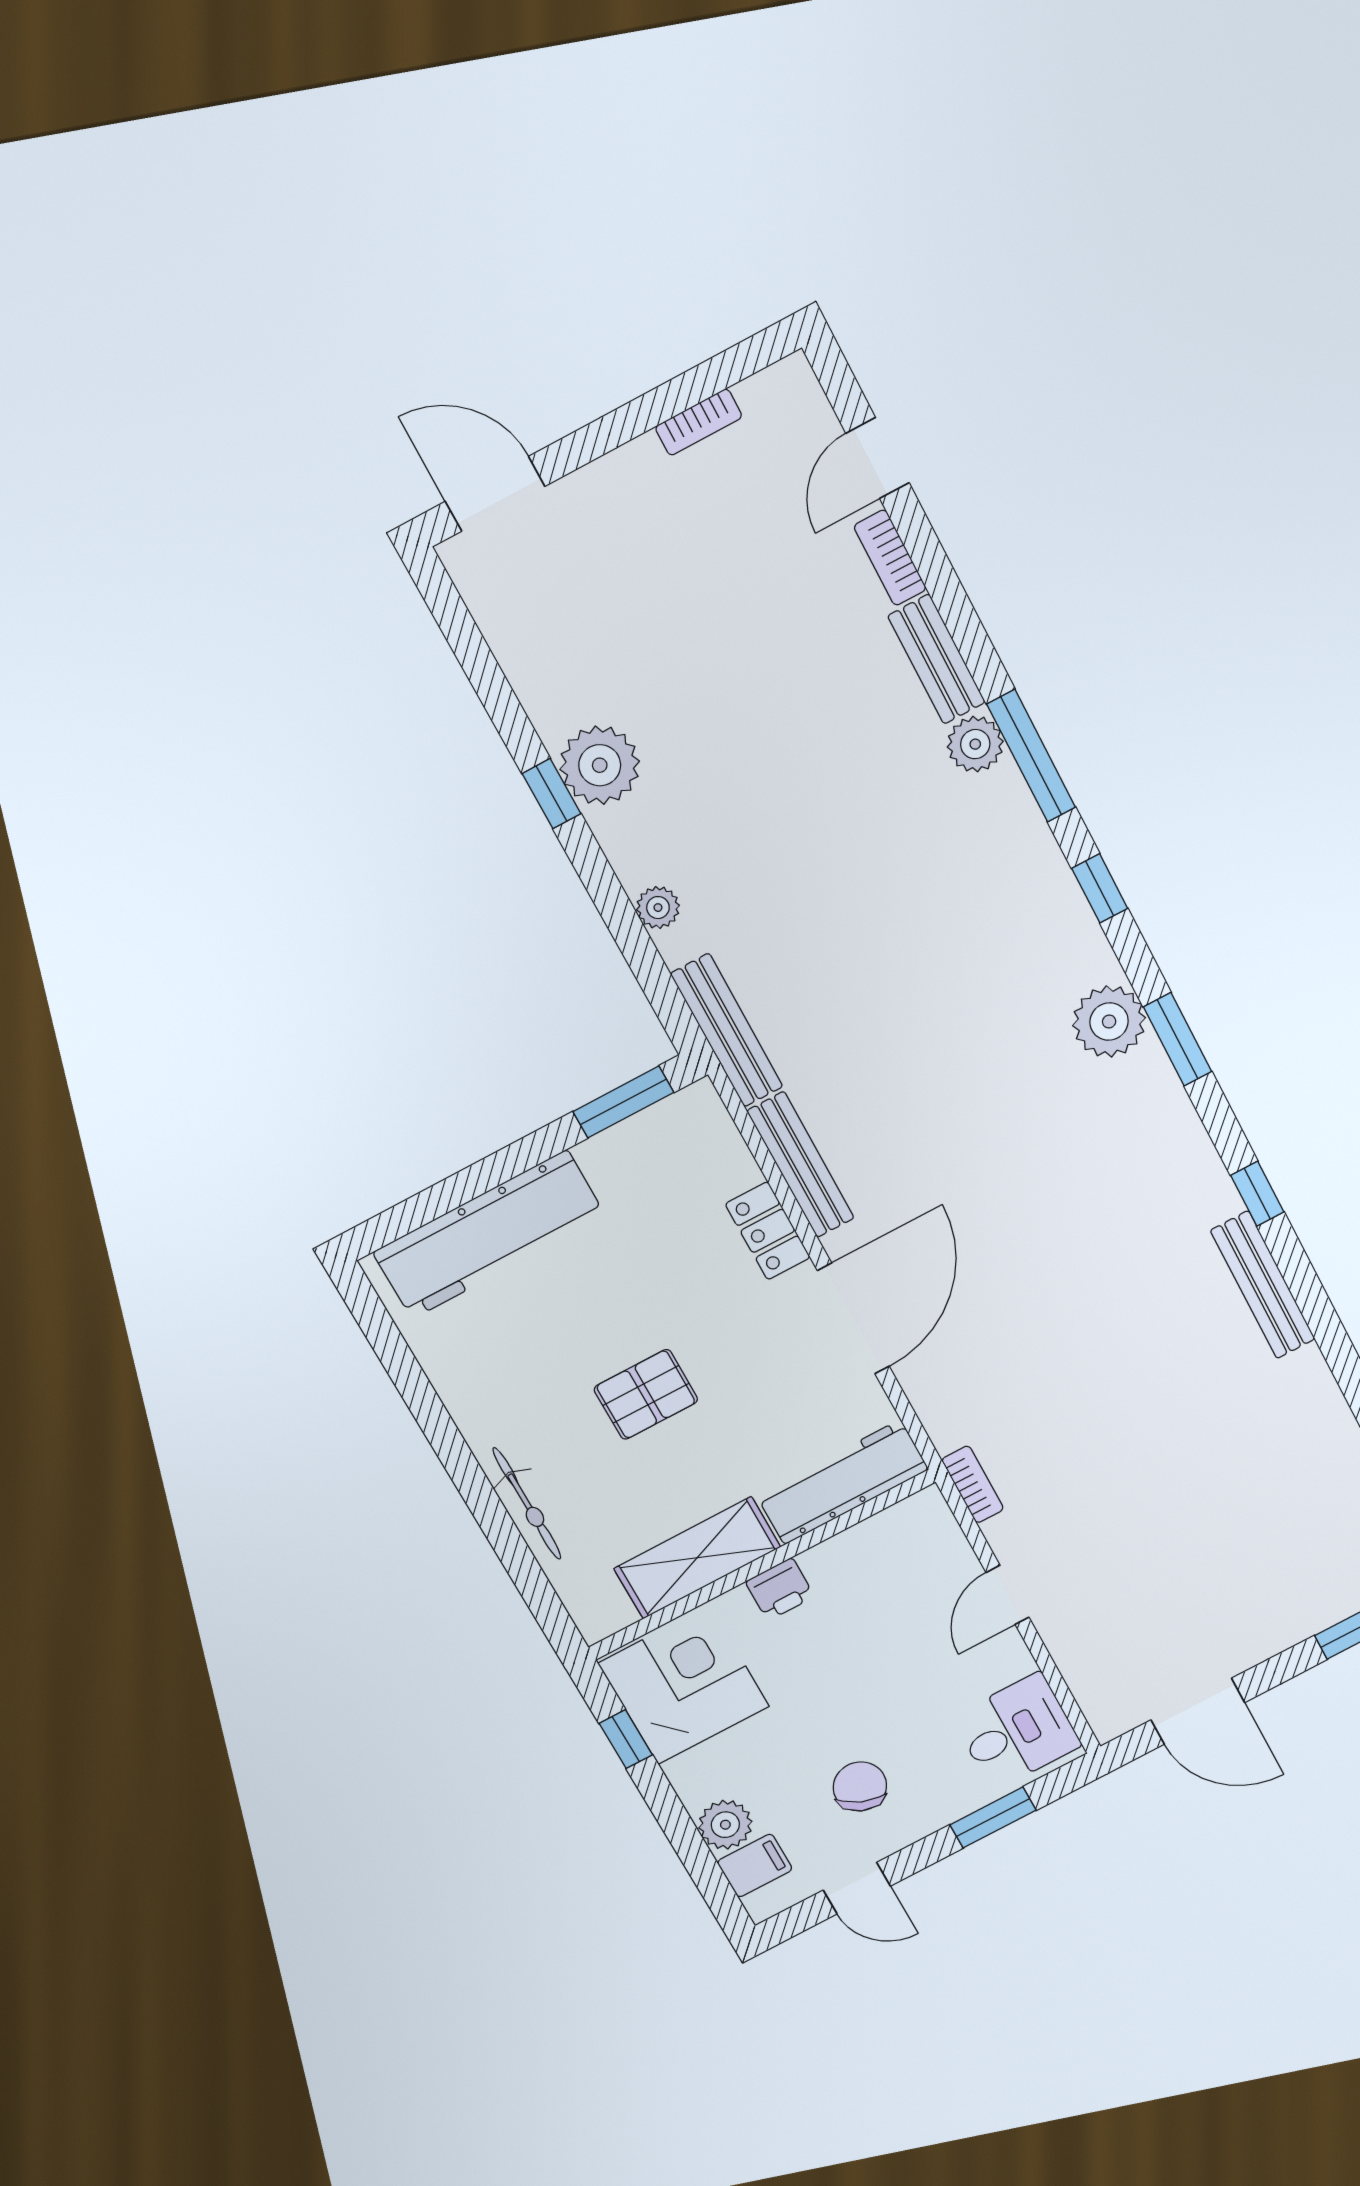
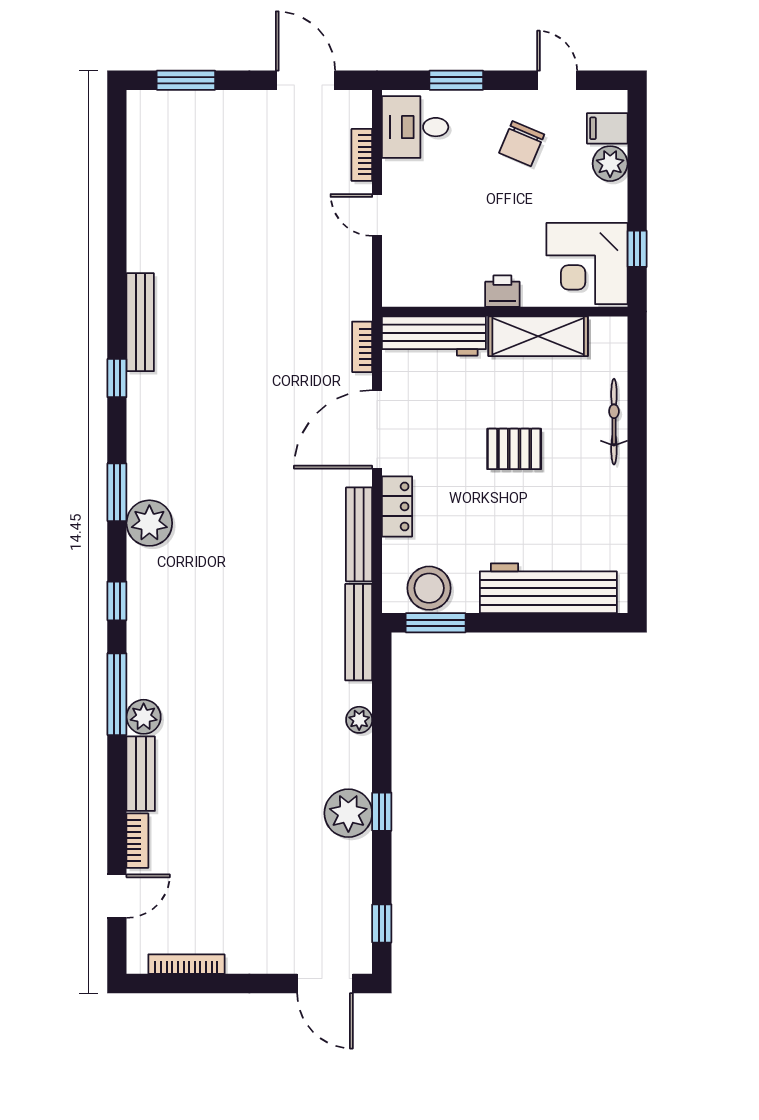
bookcase: (699, 422) -> (186, 964), width x1.56
window: (460, 630) -> (382, 923), added
stool: (660, 1144) -> (429, 588), added
bookcase: (973, 1484) -> (362, 347), moved
door: (1008, 1595) -> (377, 215), swing flipped
bookcase: (1070, 1659) -> (362, 155), added

